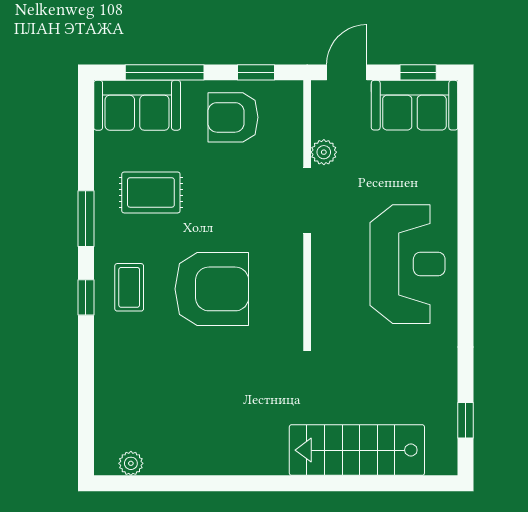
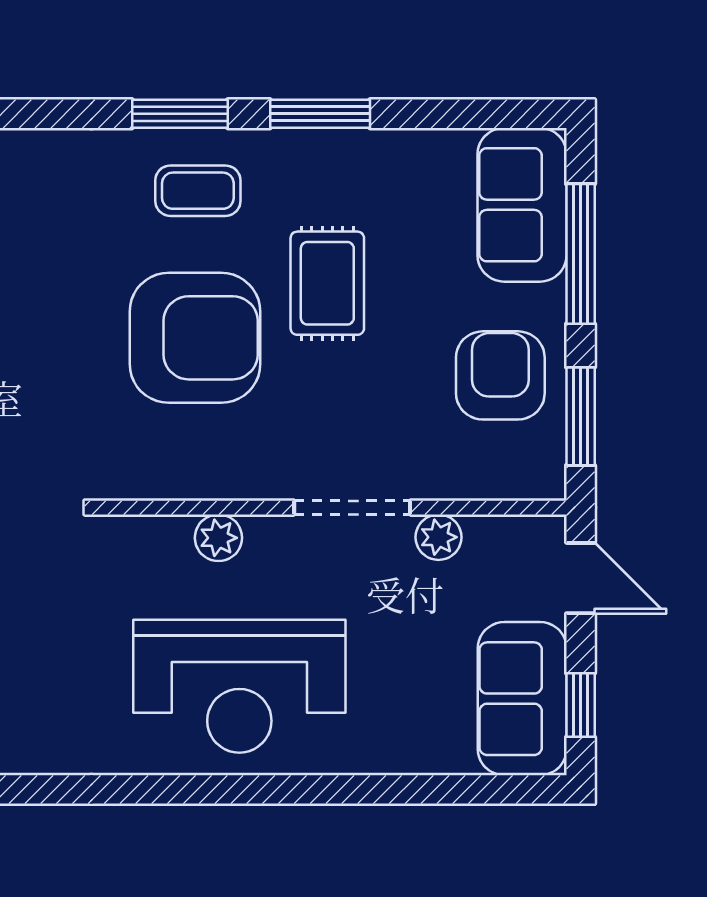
window: (256, 72) -> (581, 416), width x1.50
rug: (151, 192) -> (327, 283), moved
plant: (324, 276) -> (218, 538), added
armchair: (212, 289) -> (195, 338), turned -90
window: (86, 297) -> (180, 114), width x1.50

